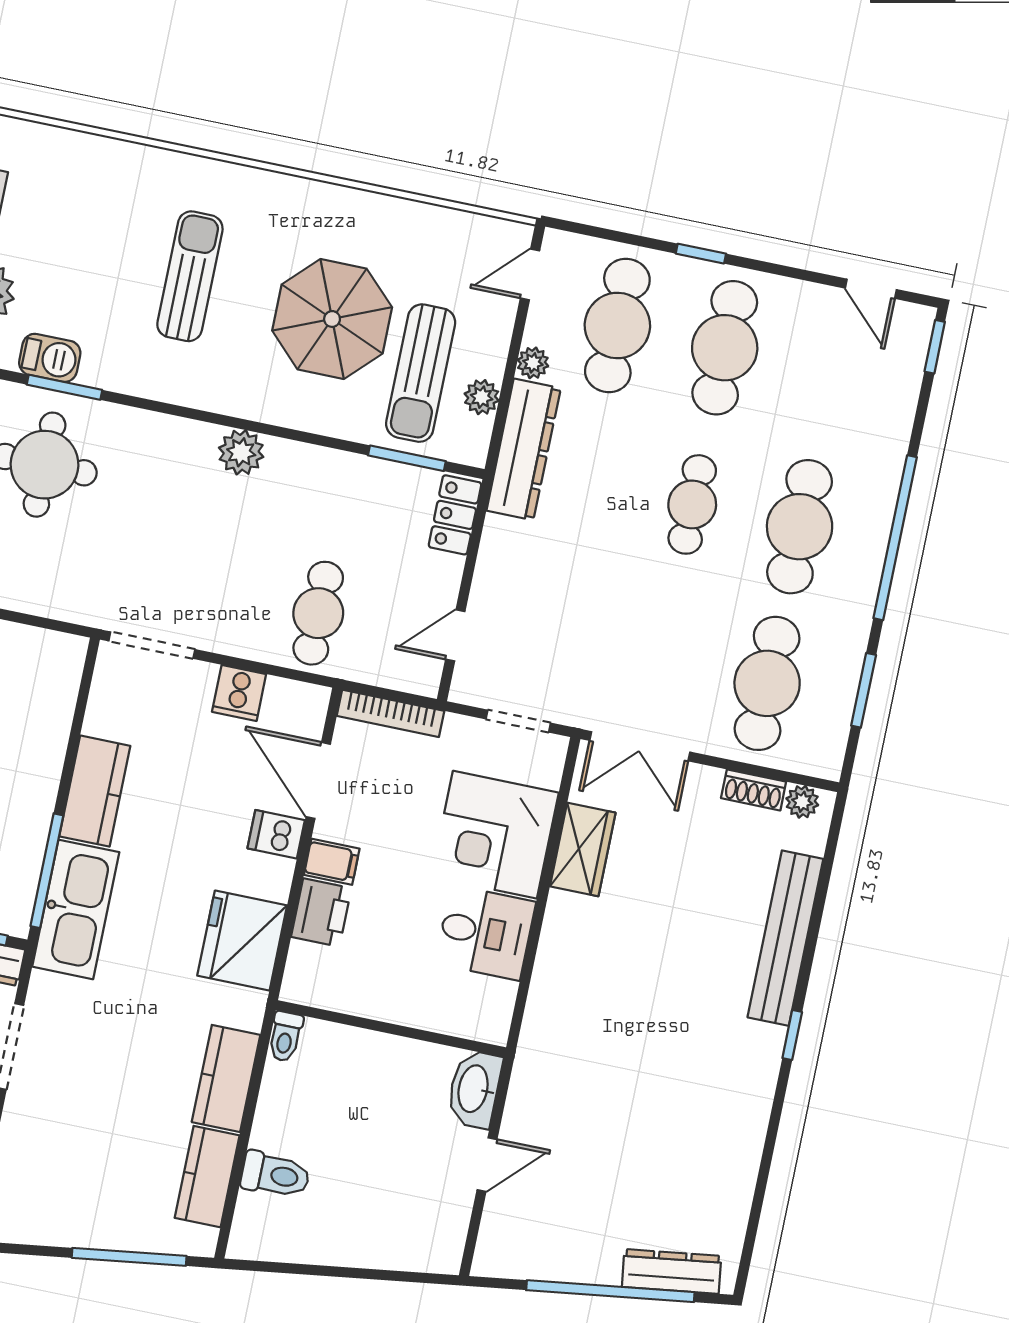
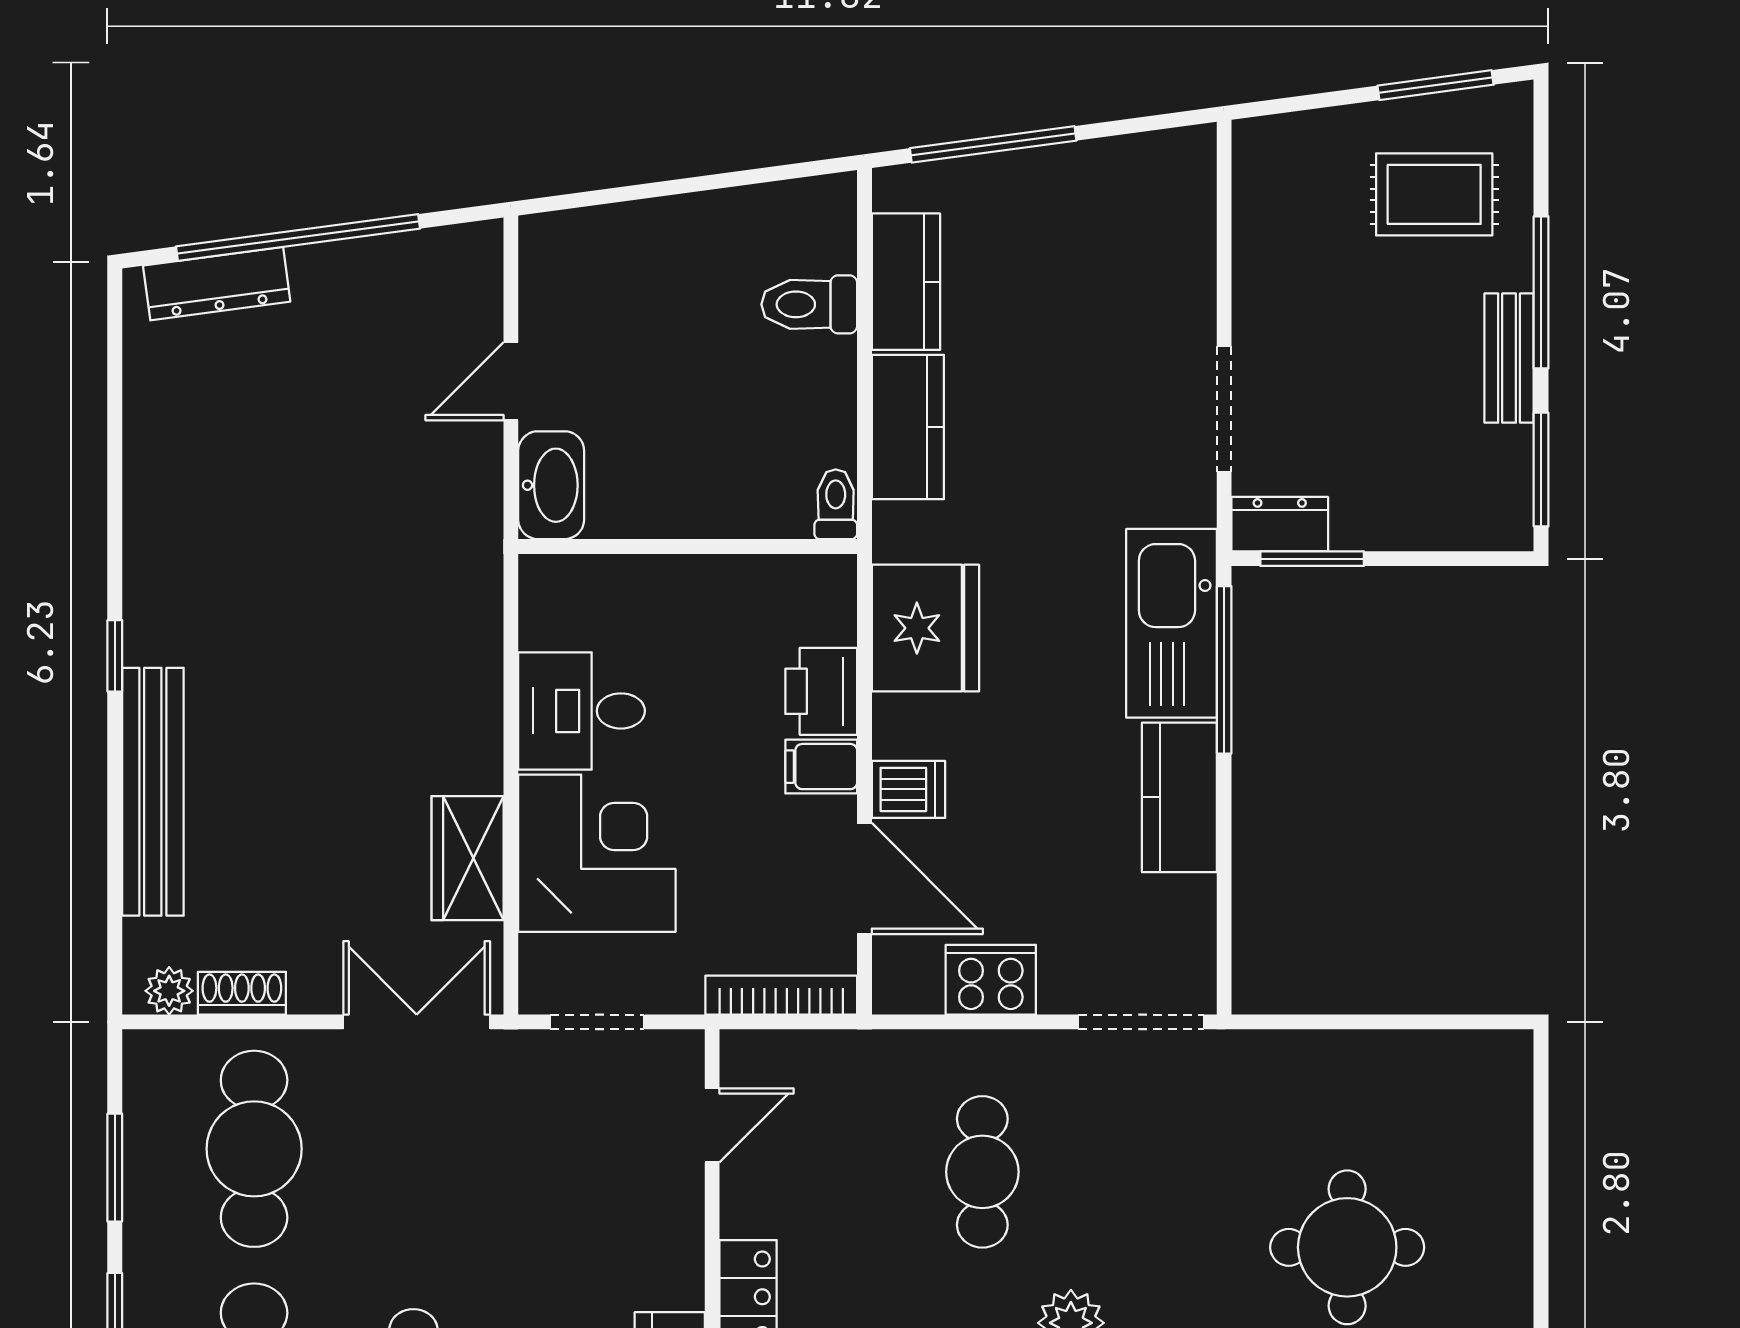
cafe table: (318, 613) -> (982, 1172), moved
cooker: (239, 693) -> (991, 980), width x1.36

